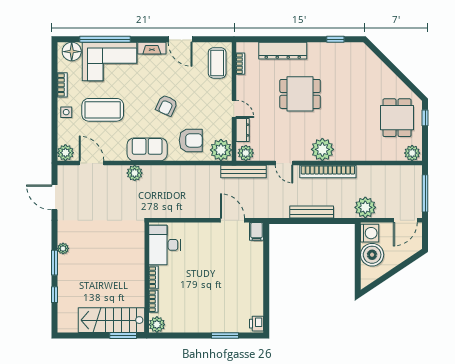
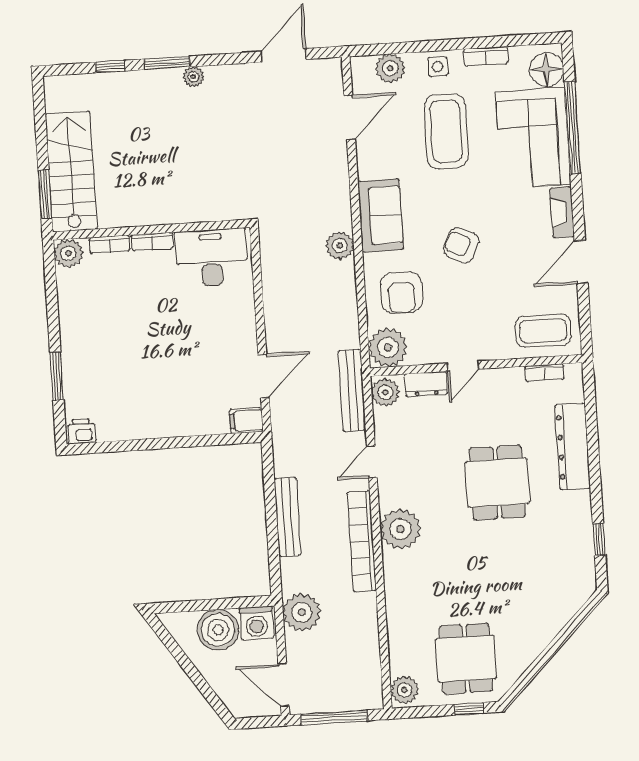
dining table: (397, 118) -> (466, 659), turned 90
plant: (65, 153) -> (390, 68), moved
plant: (135, 173) -> (340, 246), moved

